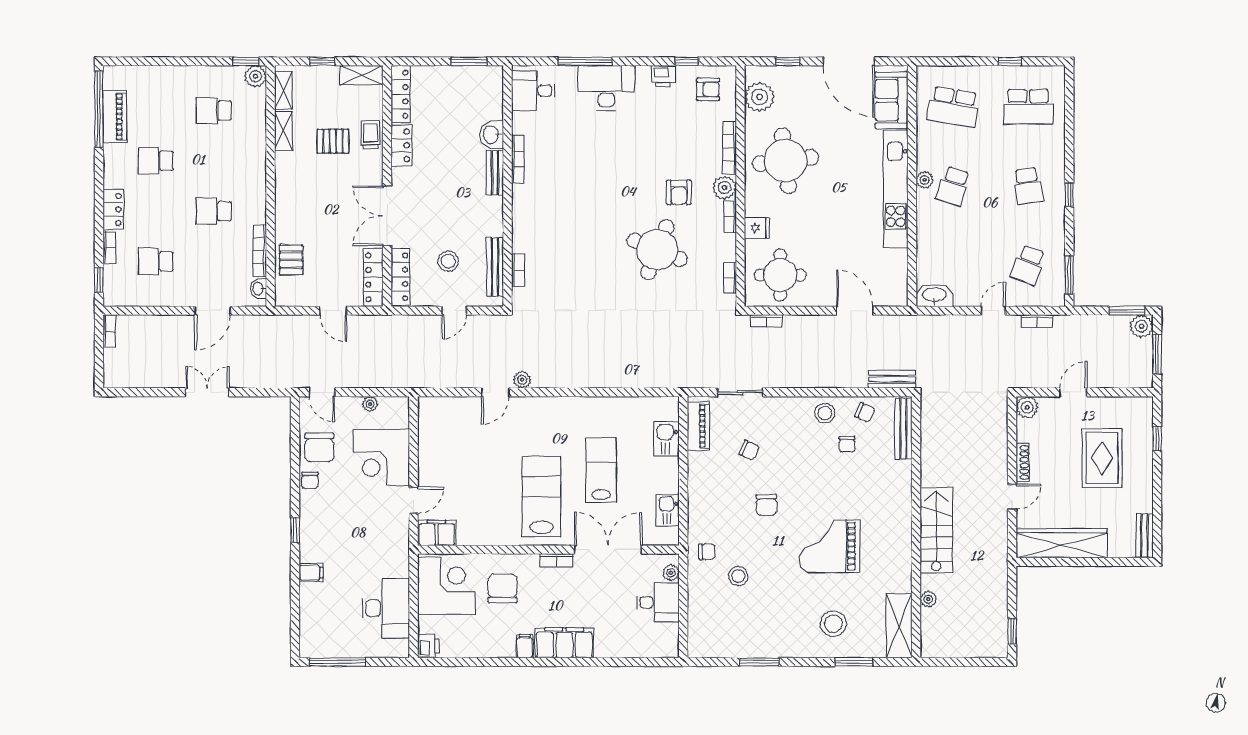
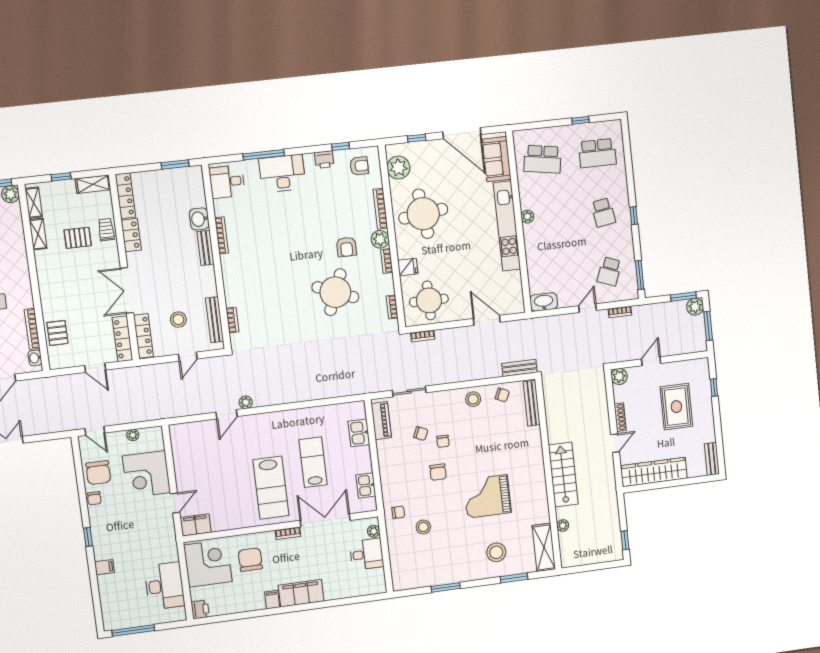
school desk: (953, 186) -> (549, 219), removed
chair: (847, 444) -> (443, 441), moved
lab bench: (541, 497) -> (271, 488), turned 180

